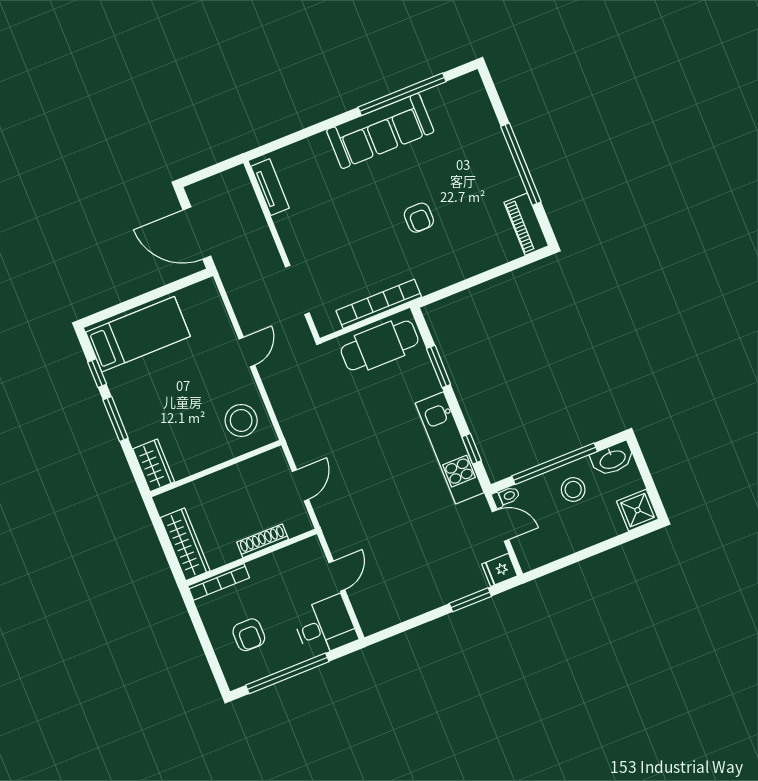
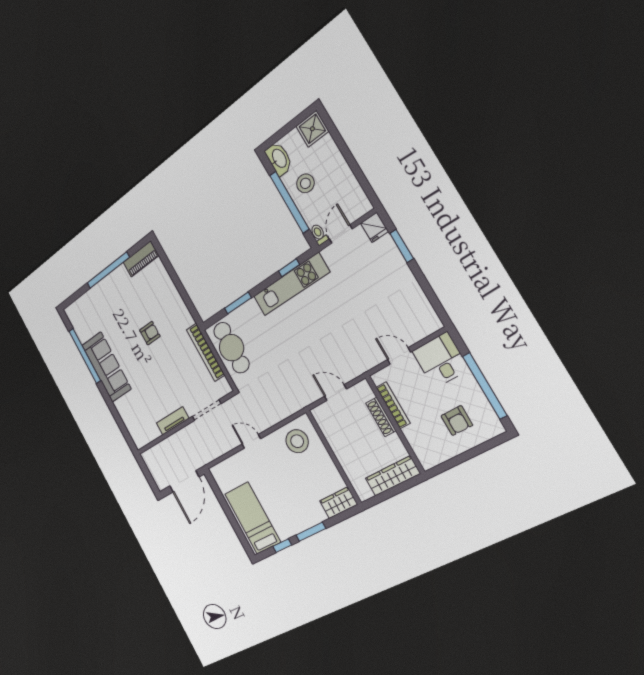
tv unit: (270, 187) -> (173, 421), moved
bookcase: (219, 582) -> (393, 405), moved
armchair: (249, 635) -> (457, 421), turned 90

